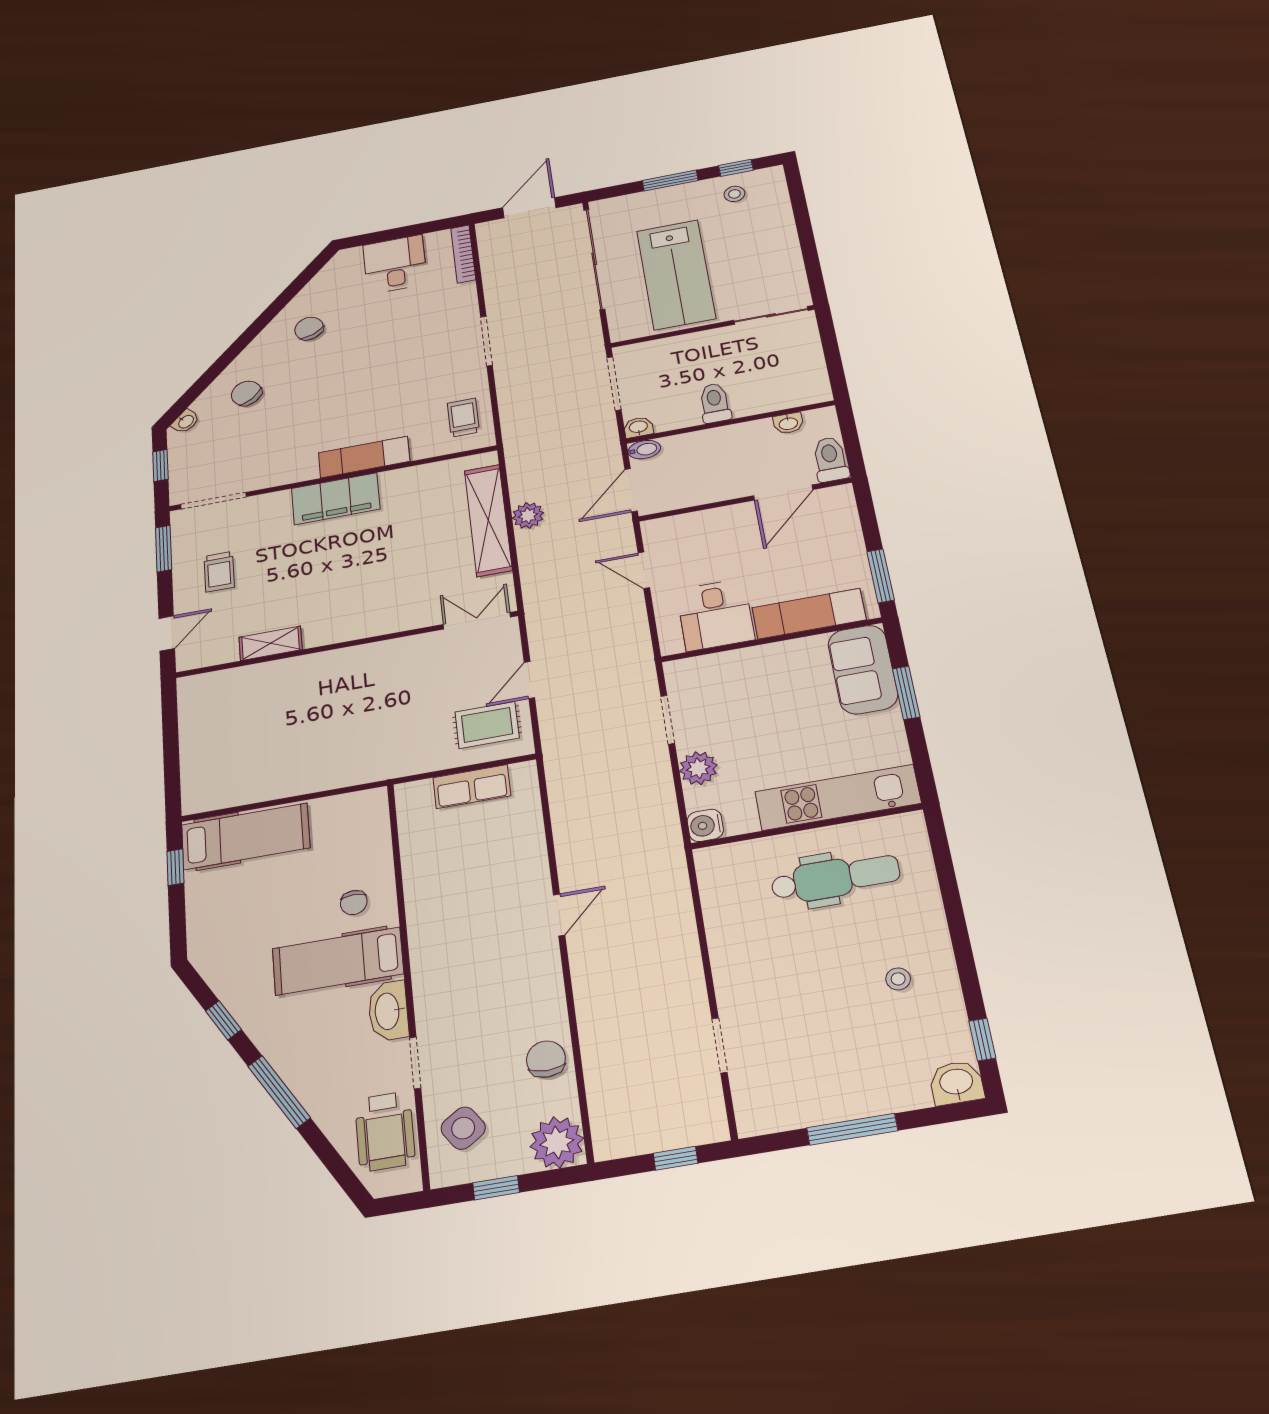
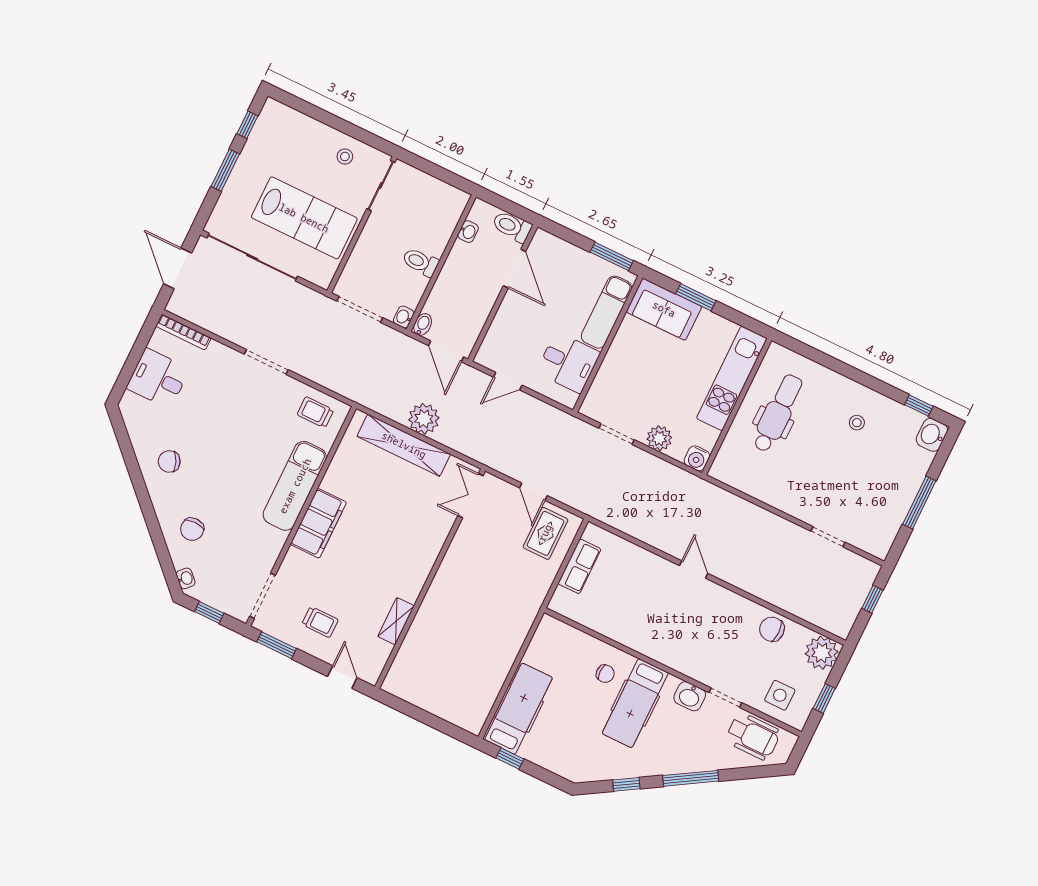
stool: (734, 194) -> (345, 156), moved
chair: (246, 393) -> (192, 529), turned -53
exam couch: (364, 457) -> (295, 486), width x1.36, depth x1.45
plant: (528, 516) -> (424, 419), width x1.36, depth x1.36
washbasin: (388, 1011) -> (690, 696), width x0.72
side table: (463, 1128) -> (780, 695), turned 34

